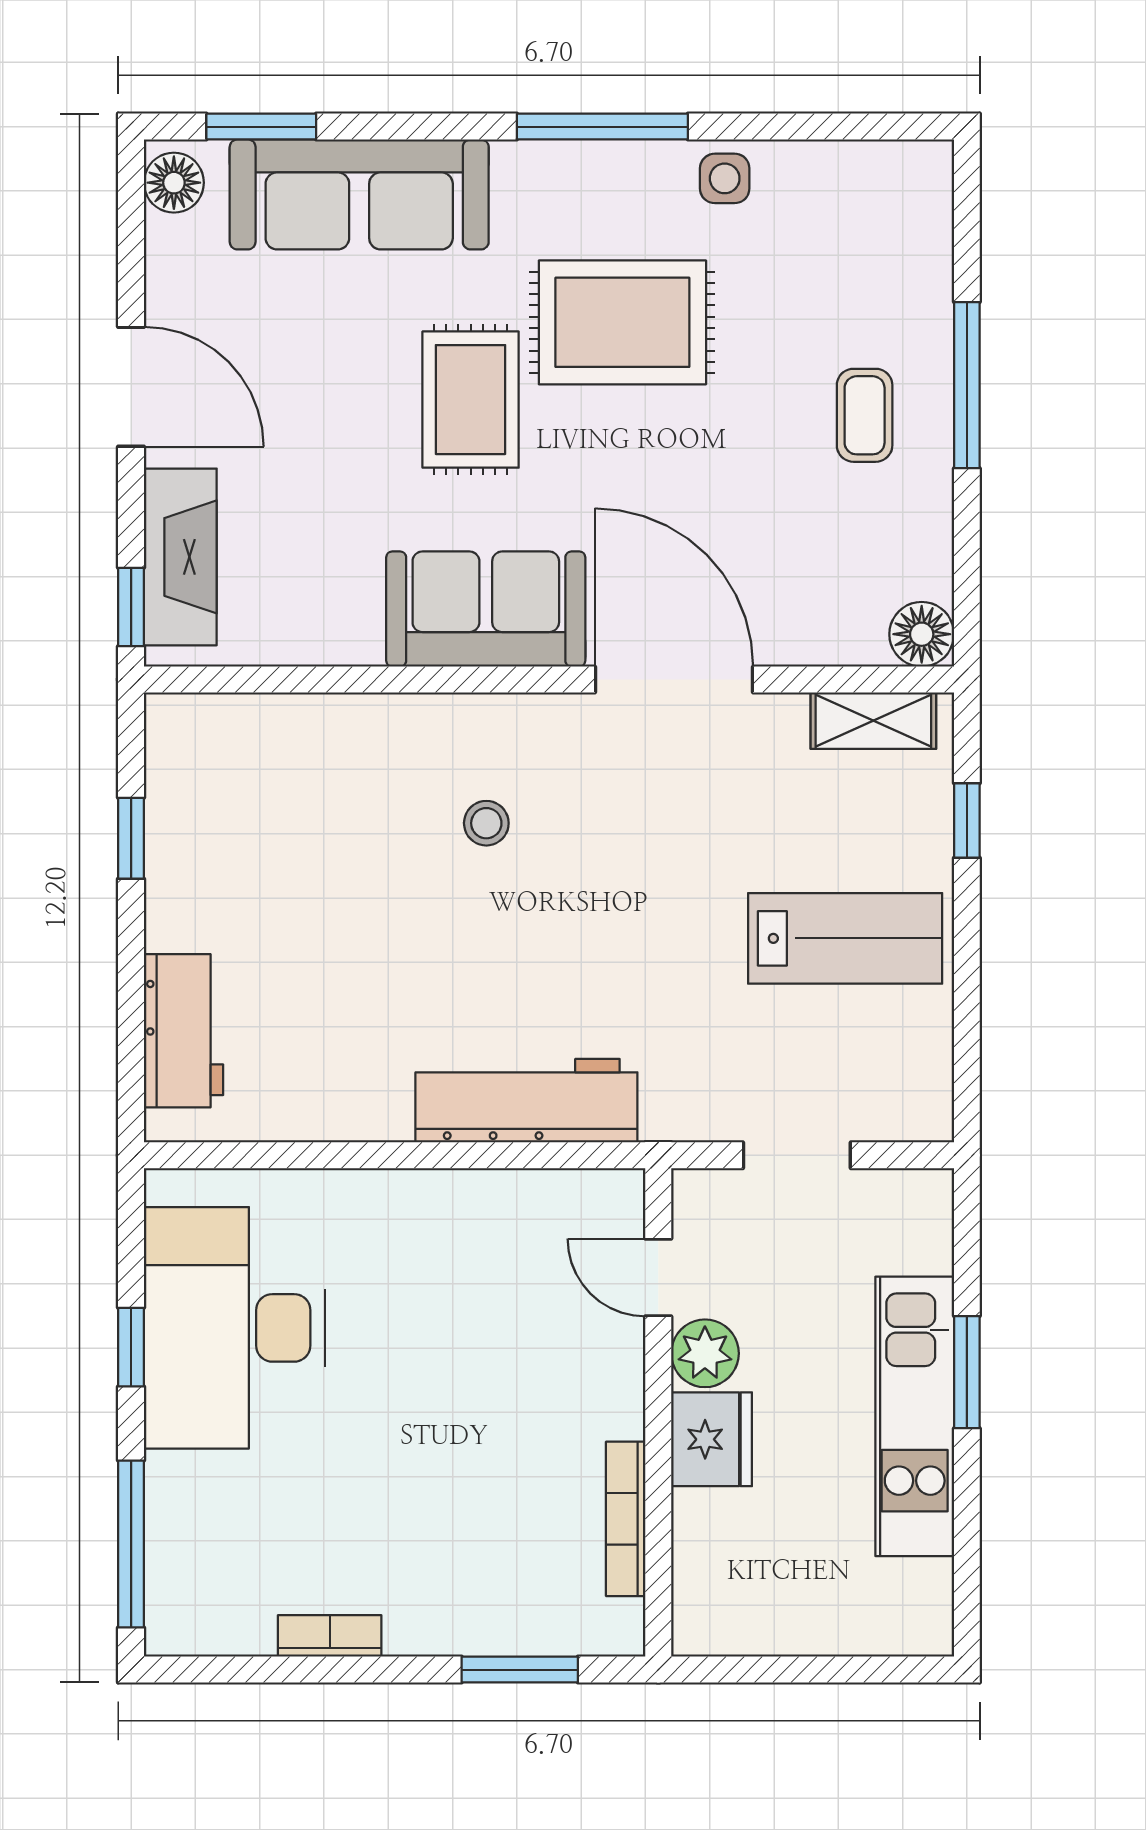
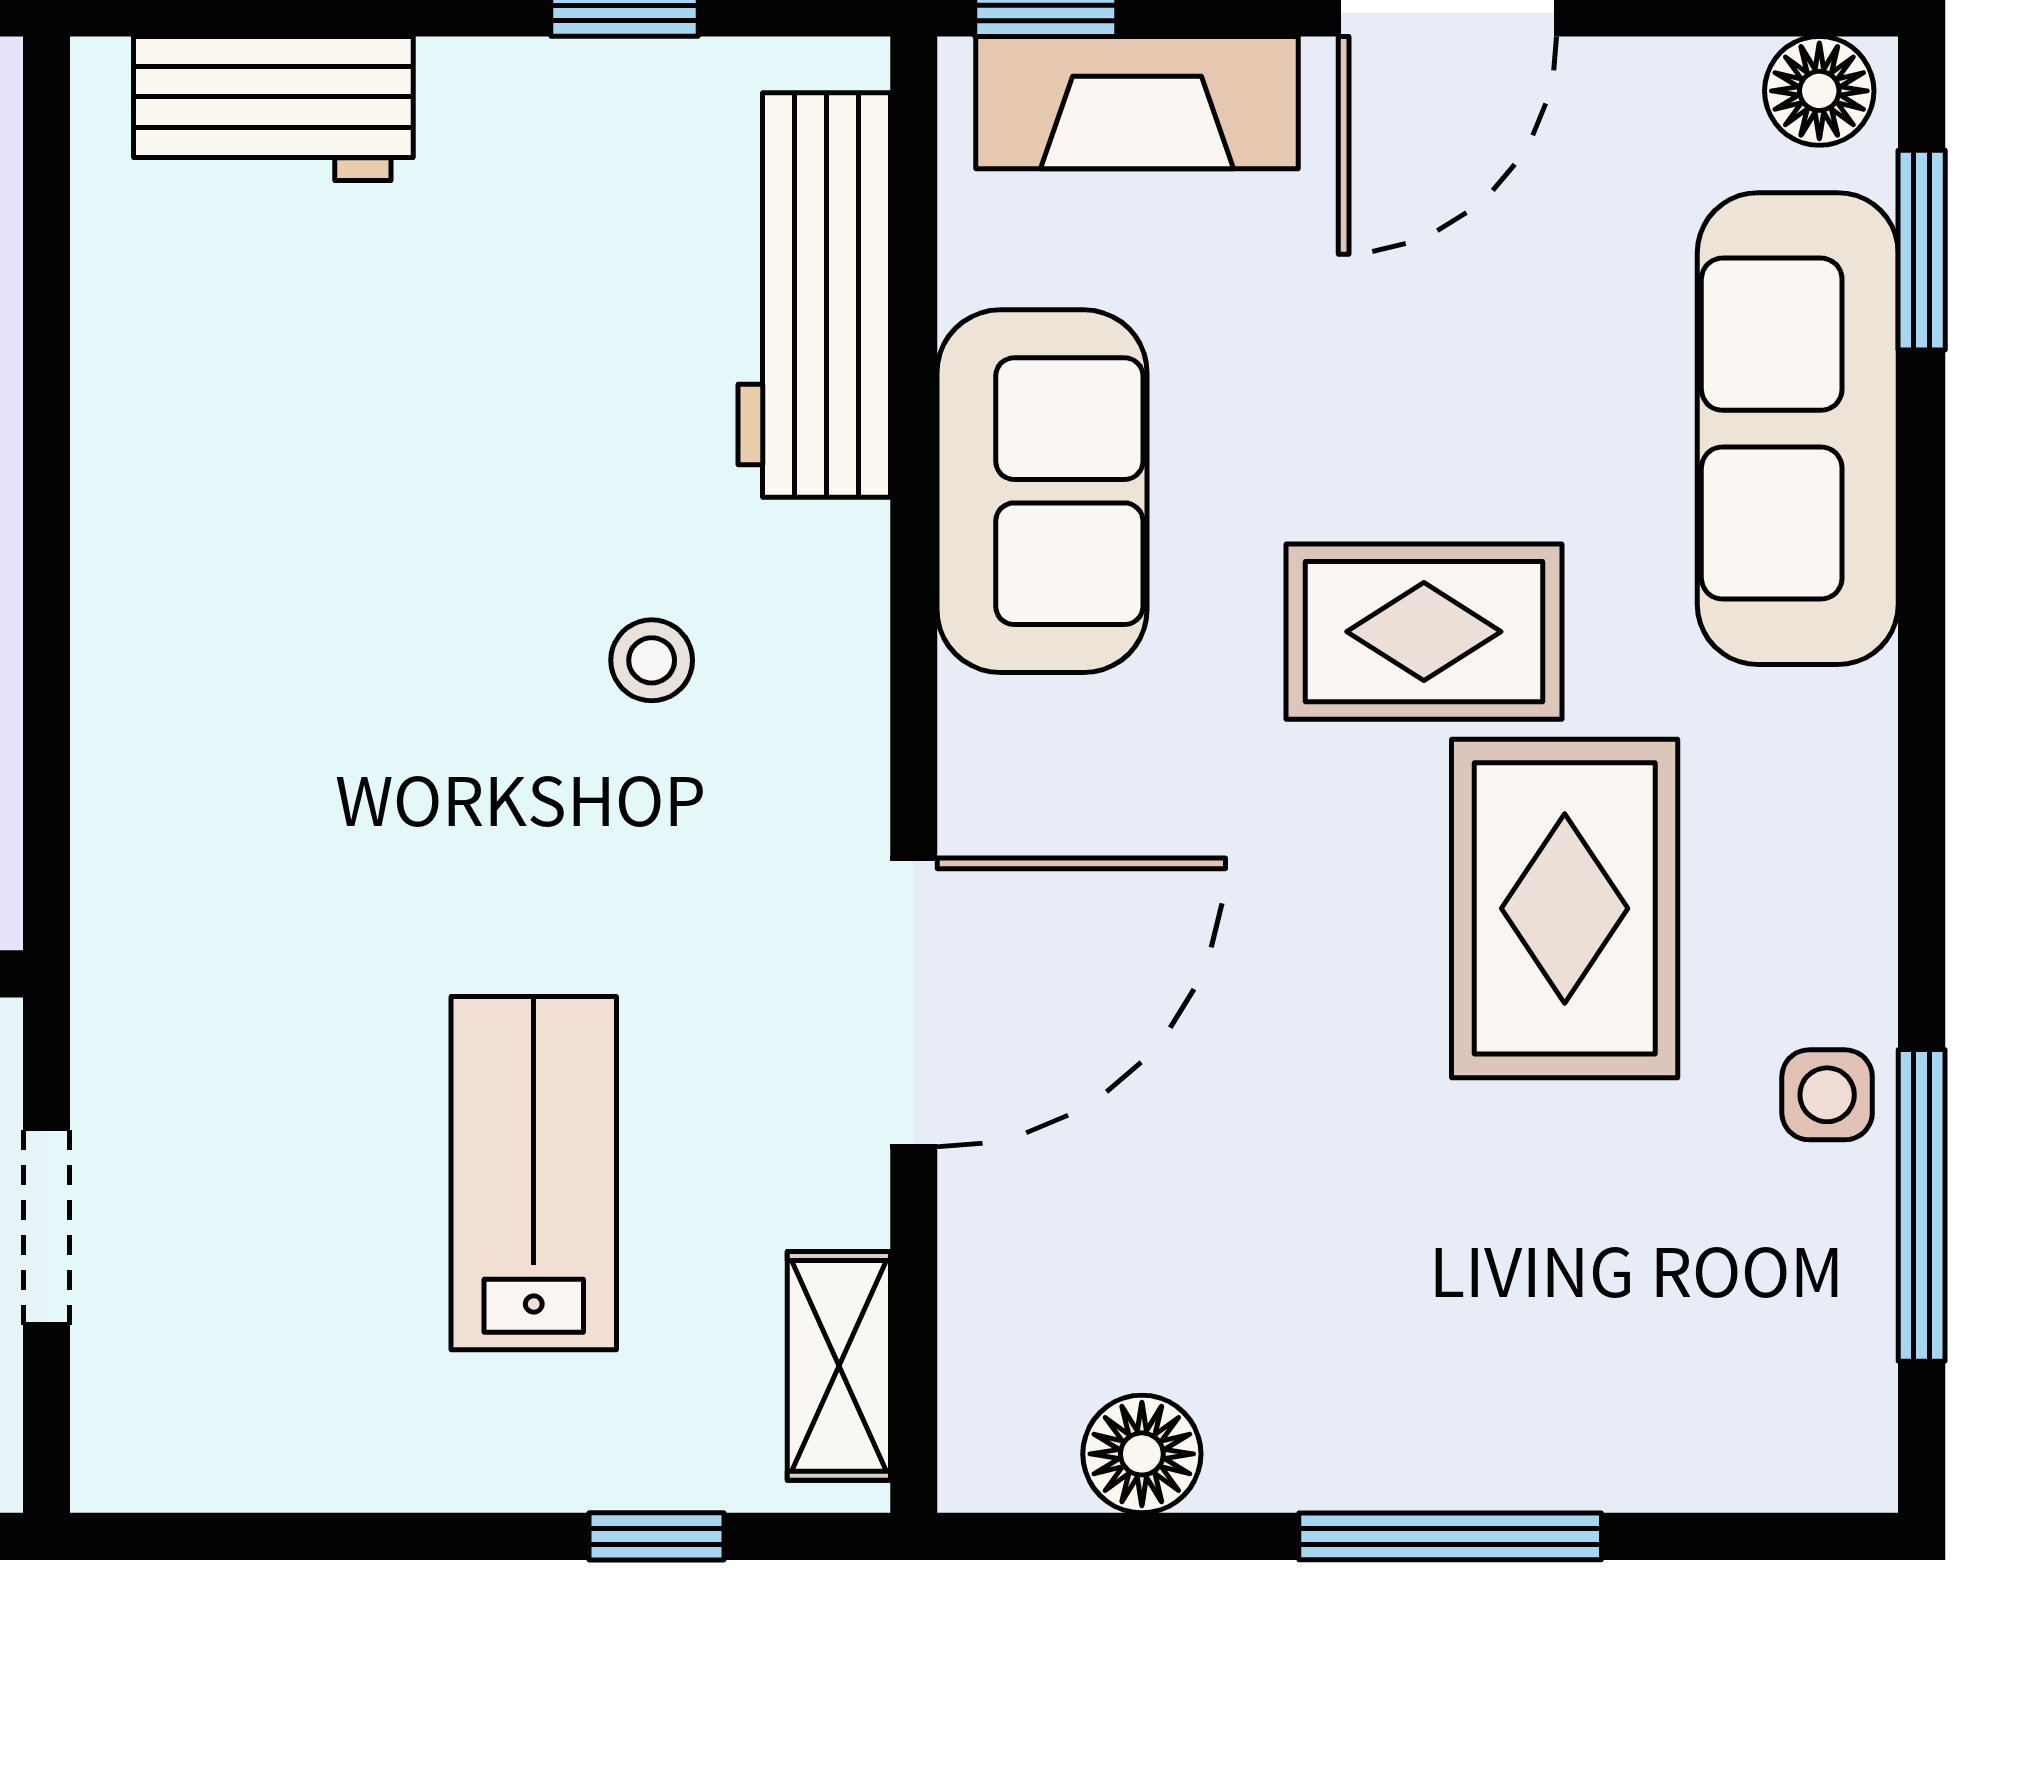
window: (602, 127) -> (1922, 1205), moved
coffee table: (865, 415) -> (1395, 1350), removed
sofa: (486, 609) -> (1042, 491), moved
floor lamp: (922, 634) -> (1142, 1454), moved
lab bench: (845, 938) -> (534, 1173), moved, turned 180
workbench: (526, 1101) -> (814, 295), moved, turned 180

